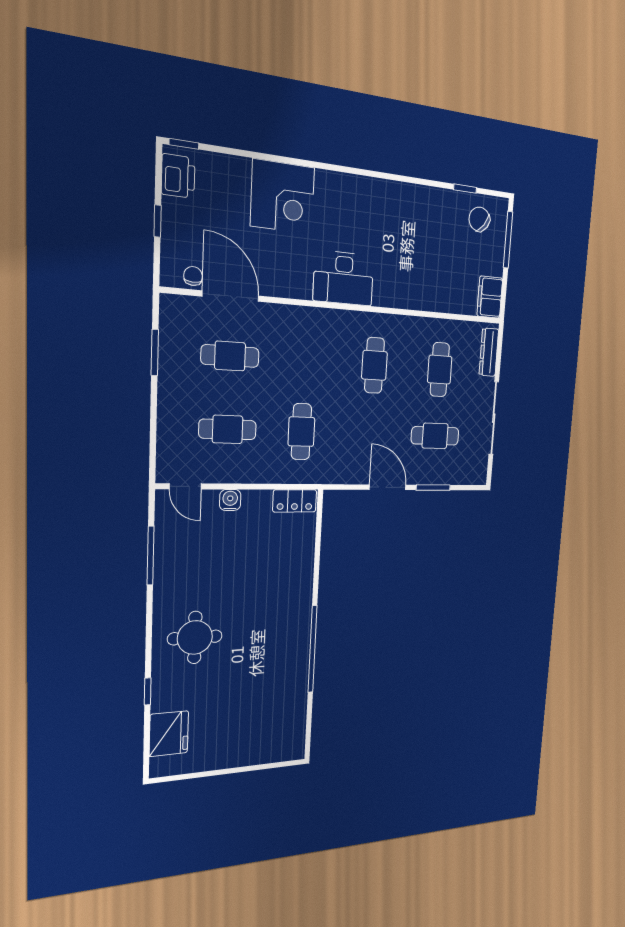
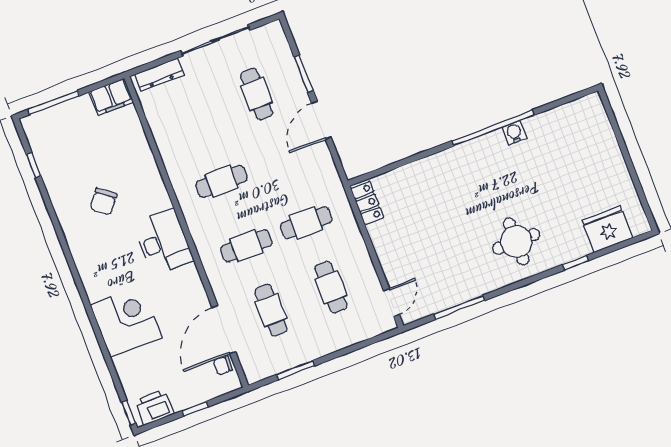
chair: (479, 219) -> (103, 201), moved
cafe table: (440, 370) -> (246, 246), moved
water cooler: (230, 500) -> (514, 133), moved, turned 90

